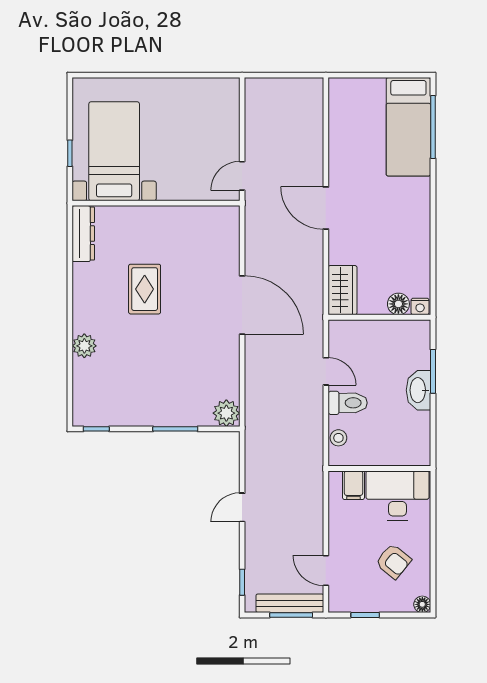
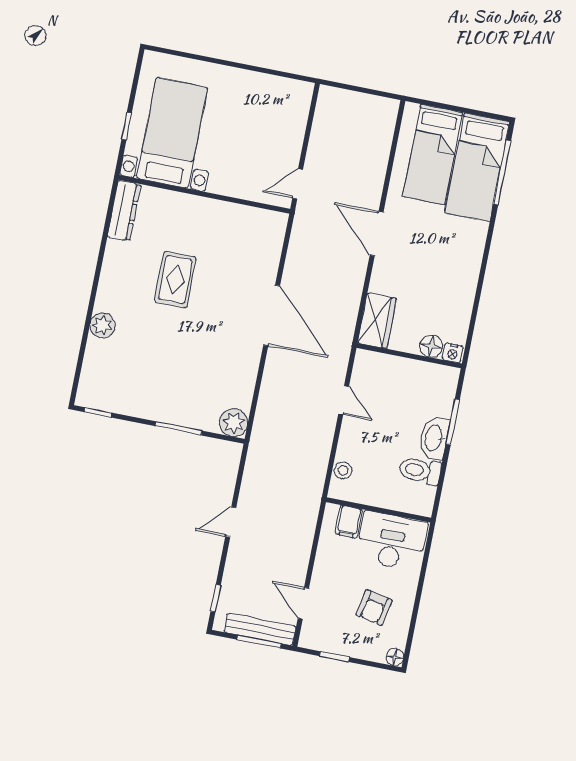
bed: (364, 123) -> (433, 154), added
toilet: (348, 403) -> (420, 471), moved, turned 180
armchair: (393, 561) -> (374, 607), turned 63

